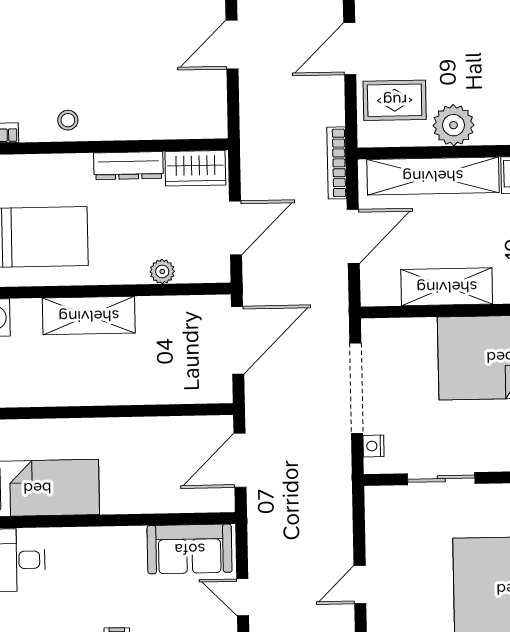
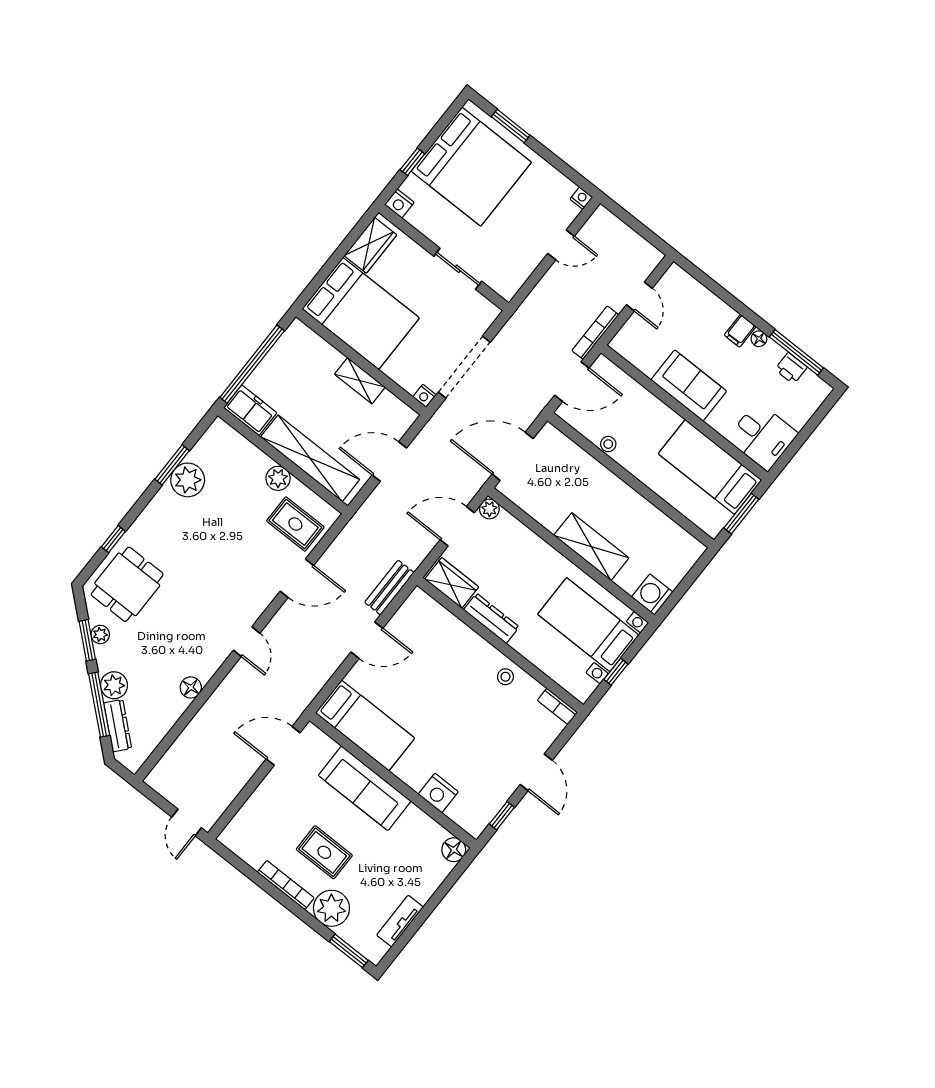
bench: (252, 114) -> (389, 588), added
plant: (453, 125) -> (278, 478), width x0.73, depth x0.73
bookcase: (337, 163) -> (595, 333), moved, turned 180
plant: (162, 272) -> (489, 509), moved
shelving: (447, 287) -> (360, 381), width x0.67, depth x0.75
stool: (154, 429) -> (608, 444), added
nightstand: (373, 446) -> (424, 396), moved, turned 90
sofa: (190, 549) -> (689, 386), moved

